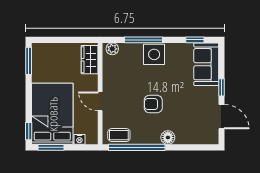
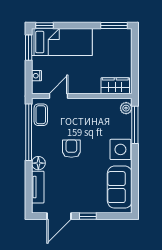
window: (143, 40) -> (135, 125), moved
window: (195, 40) -> (135, 190), removed
sofa: (206, 64) -> (120, 187), moved, turned -90
door: (100, 101) -> (59, 96), moved
bed: (52, 114) -> (62, 42), width x0.67
tv unit: (192, 138) -> (38, 187), added

